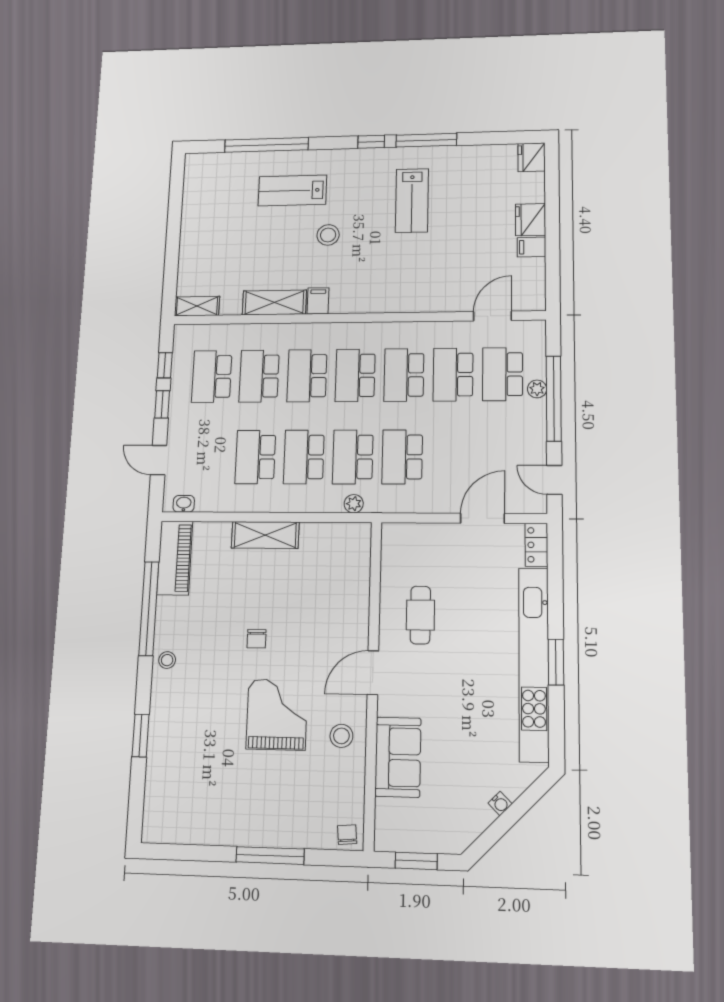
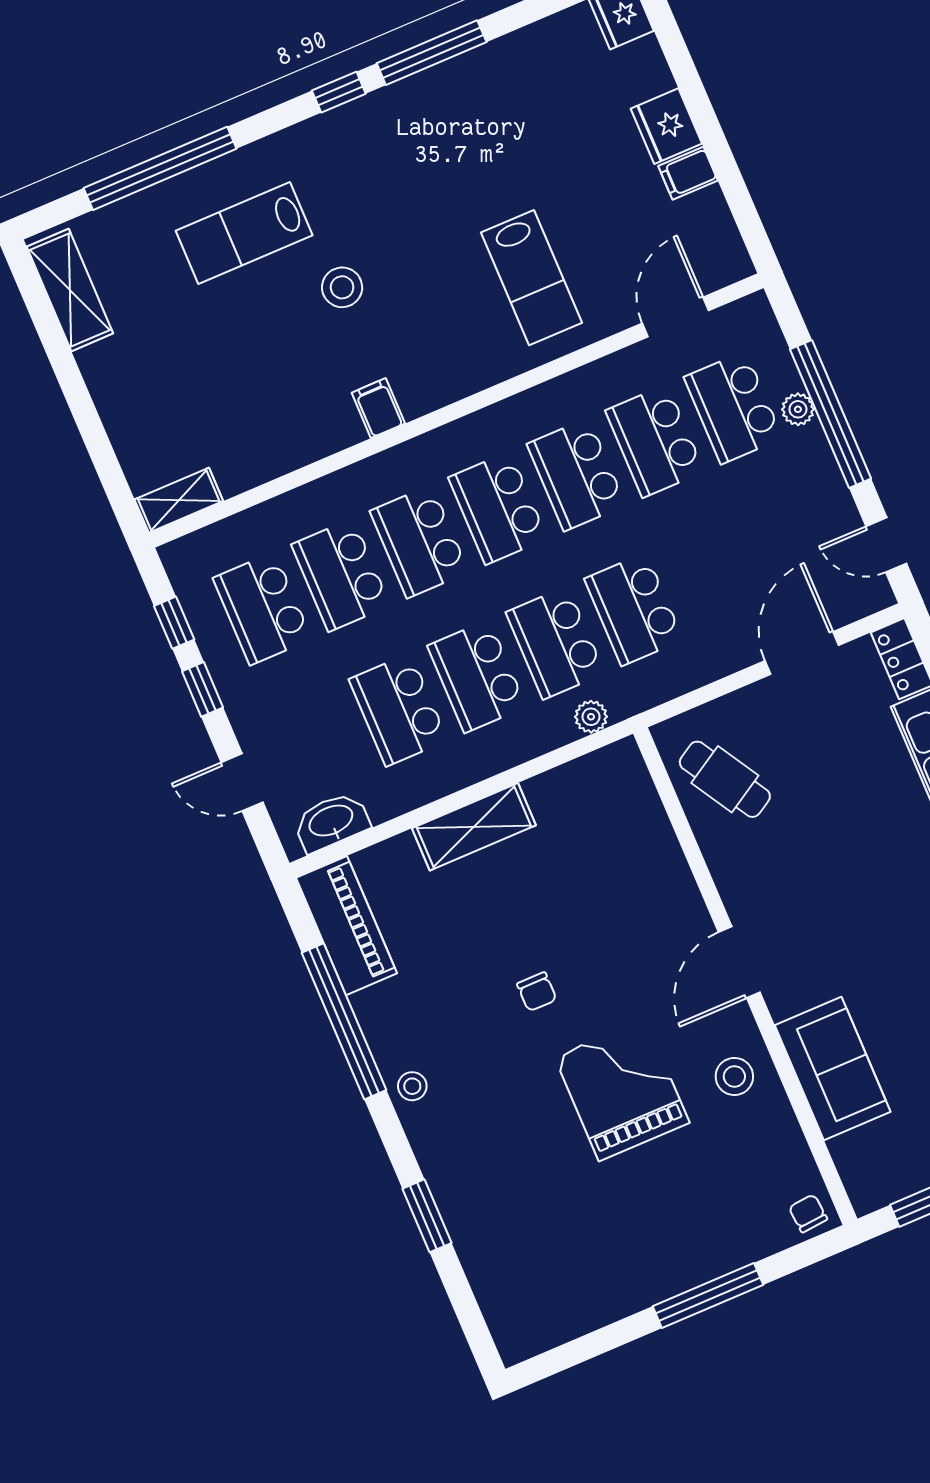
lab bench: (412, 201) -> (531, 278), moved
shelving: (274, 303) -> (70, 290), moved, turned 90
washbasin: (184, 504) -> (331, 822), width x1.91, depth x1.45
cafe table: (420, 615) -> (725, 779), moved, turned -31

